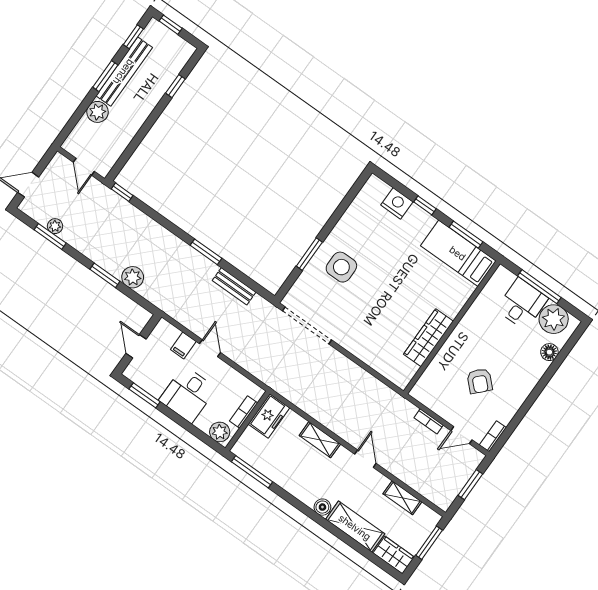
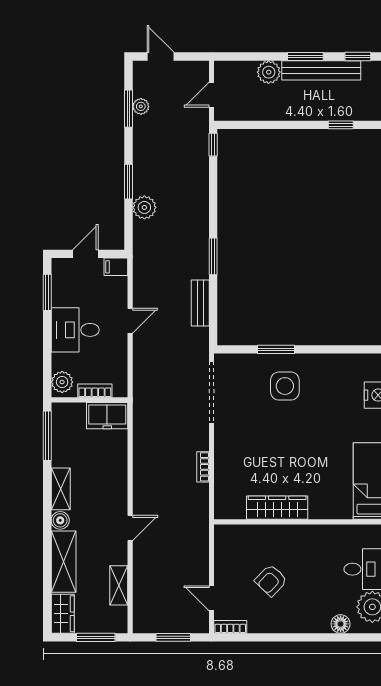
filing cabinet: (183, 345) -> (116, 267), moved
bookcase: (429, 421) -> (203, 467), moved
shelving: (320, 440) -> (61, 489), moved

